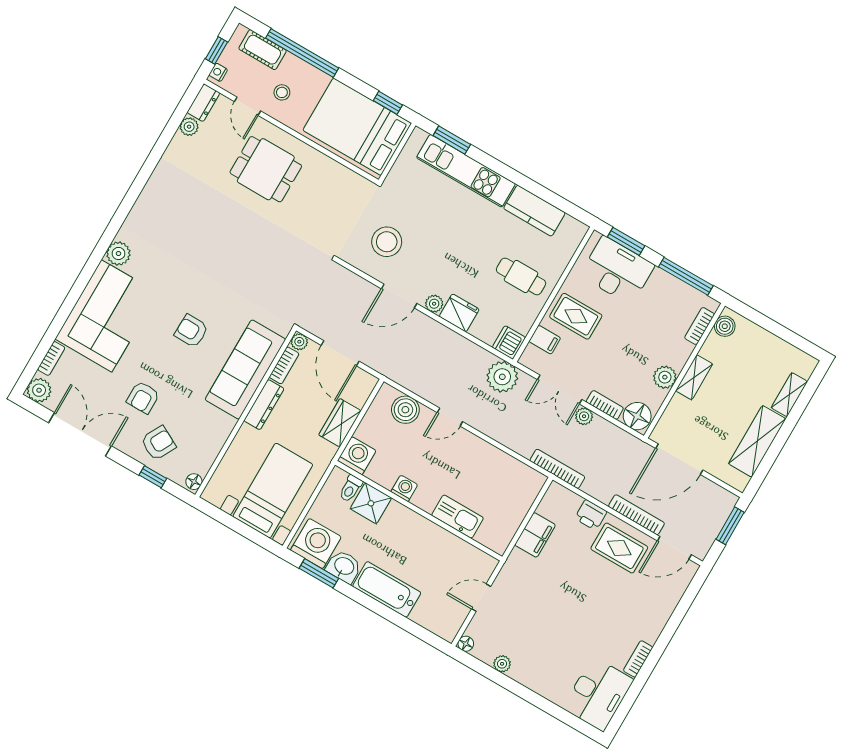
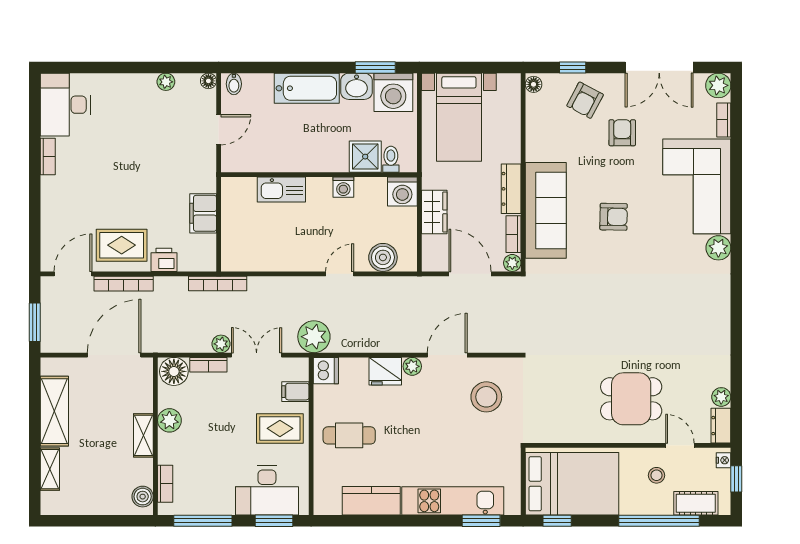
bidet: (446, 629) -> (234, 84), added

